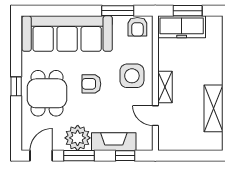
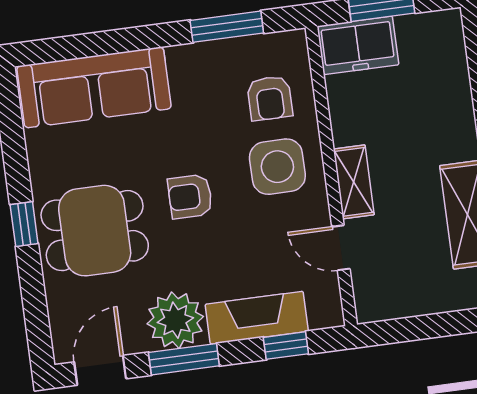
armchair: (137, 27) -> (270, 98), moved
freezer: (182, 27) -> (358, 45), width x0.71
sofa: (67, 34) -> (94, 87), width x0.74, depth x0.79
dining table: (47, 93) -> (95, 231), turned 90

